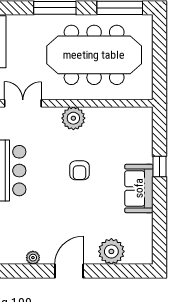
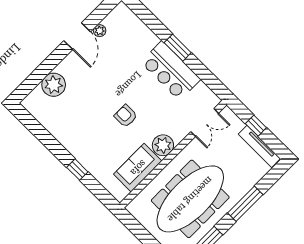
sofa: (139, 188) -> (138, 168), moved, turned -90
door: (69, 271) -> (77, 36), moved

